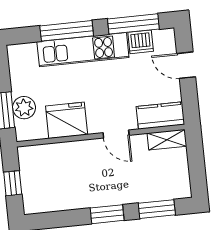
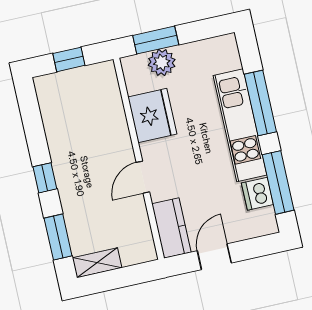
door: (186, 65) -> (214, 257), moved
shelving: (167, 140) -> (97, 263), moved, turned 90
window: (107, 214) -> (45, 178), width x0.67

